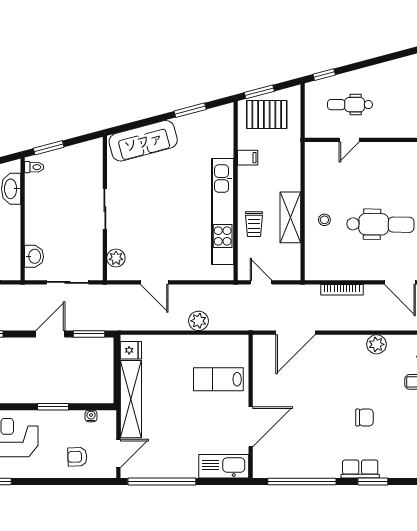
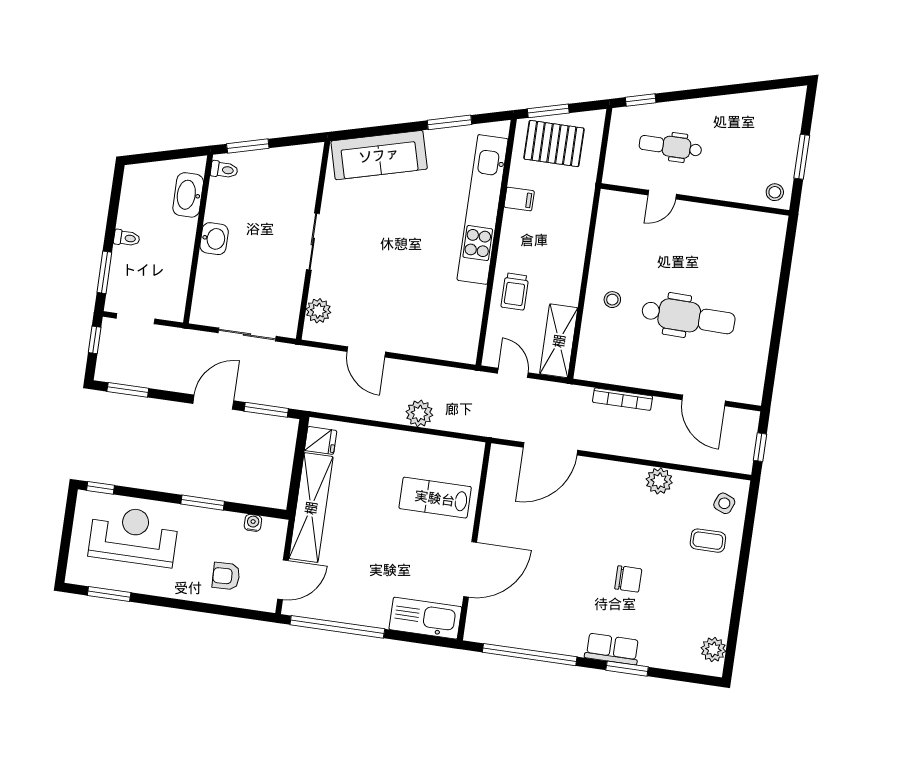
kitchen unit: (223, 212) -> (483, 209), moved
shelving: (290, 217) -> (559, 341), moved
washbasin: (34, 256) -> (214, 239), moved

